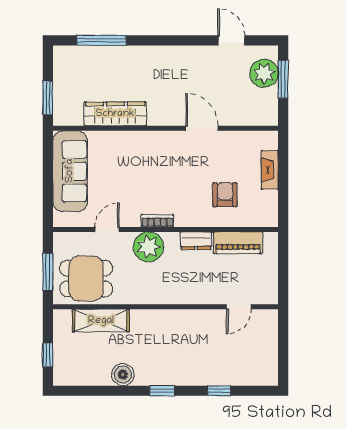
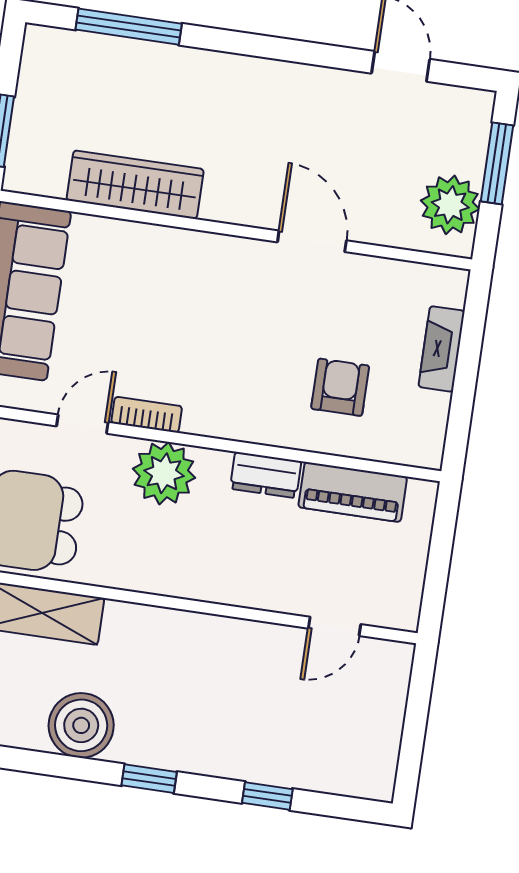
plant: (264, 73) -> (450, 205), moved
bookcase: (157, 221) -> (147, 415), moved
boiler: (123, 375) -> (81, 725), width x1.37, depth x1.37

